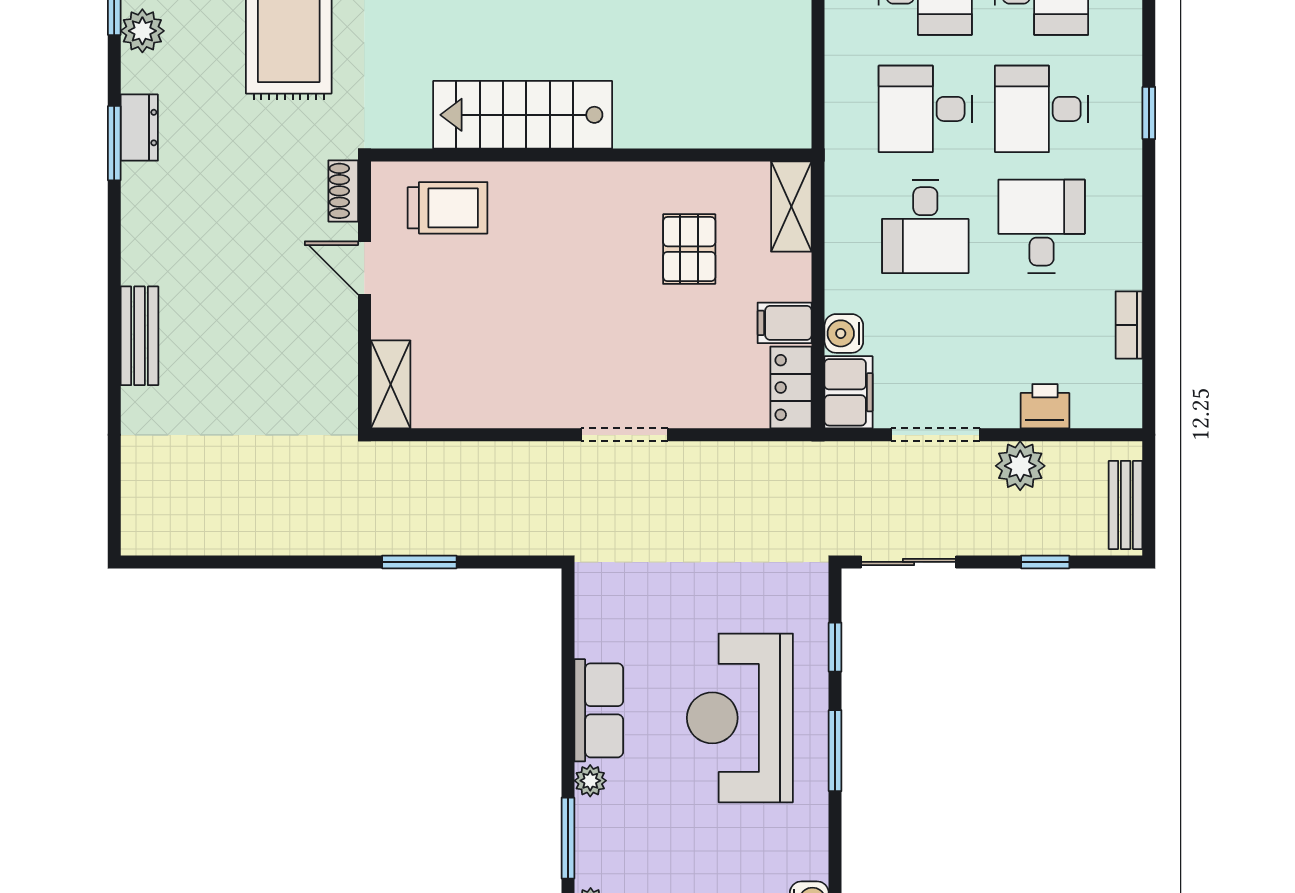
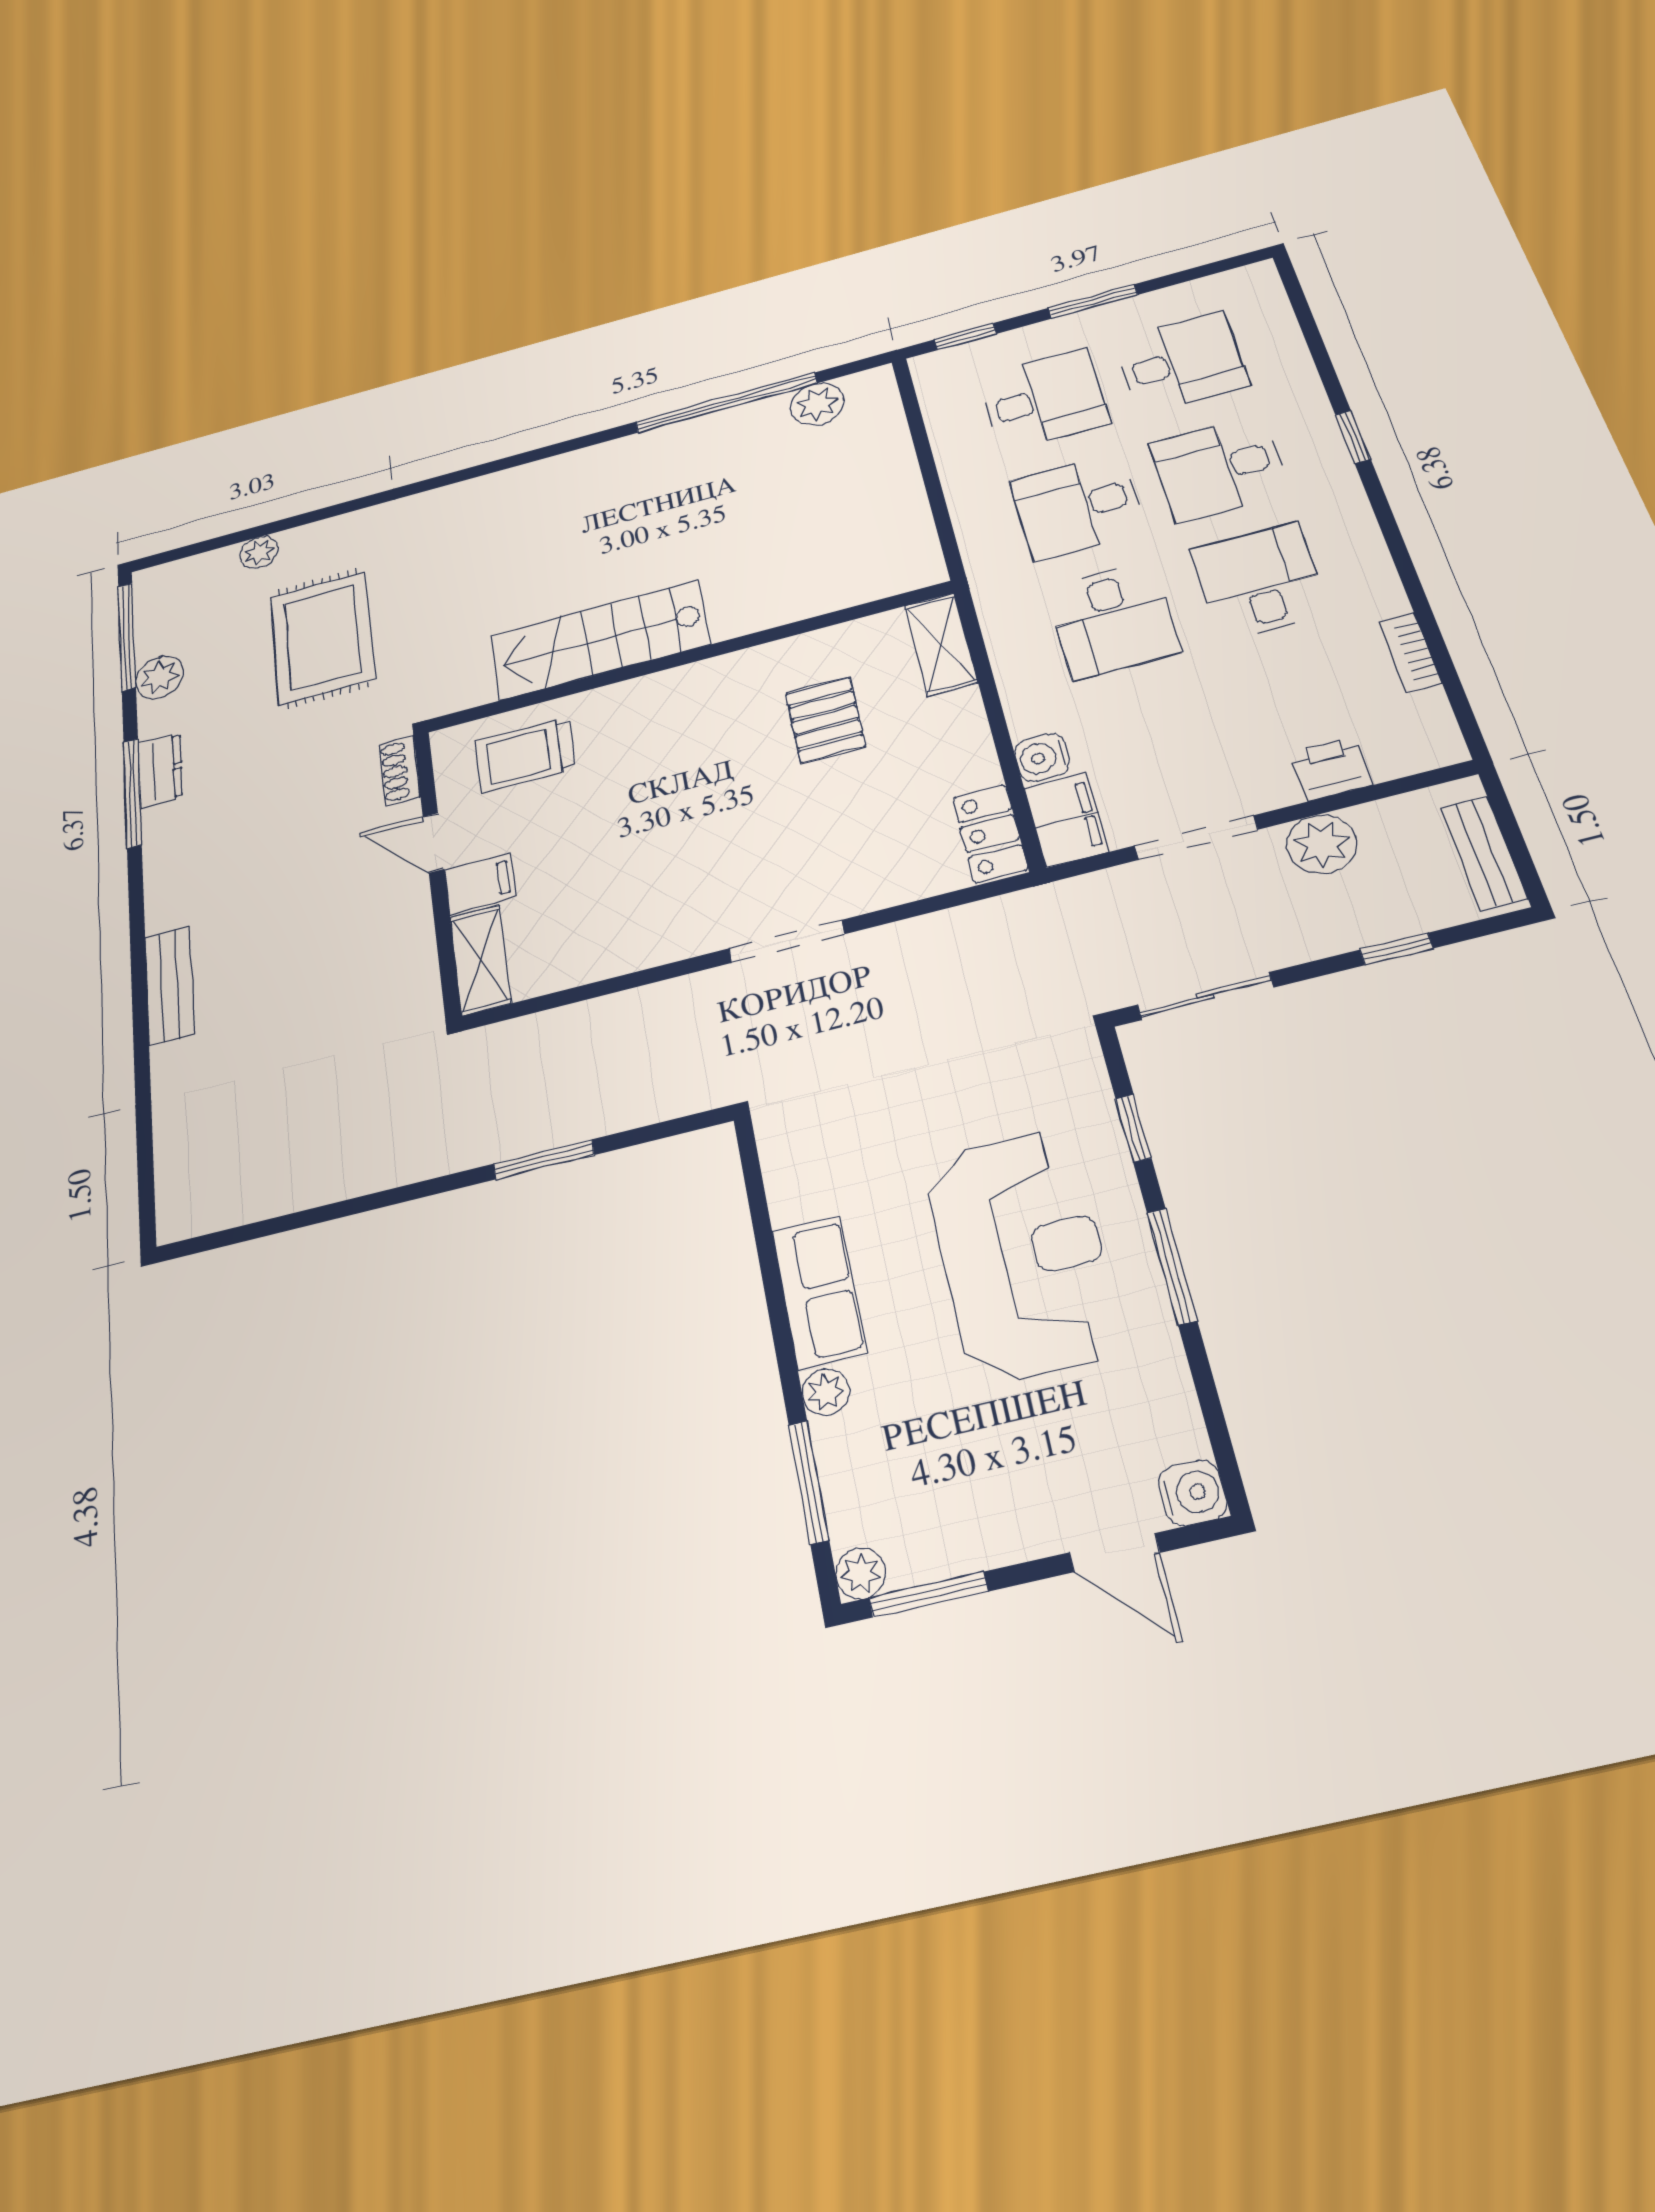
window: (114, 143) -> (132, 793), width x1.44
trolley: (448, 208) -> (525, 755), turned 180
filing cabinet: (785, 323) -> (480, 884), moved, turned 180
reception desk: (740, 718) -> (1022, 1254), turned 180

